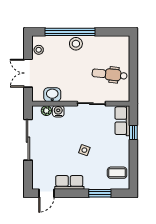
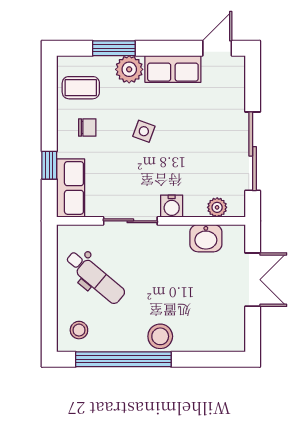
window: (70, 32) -> (123, 359), moved
stool: (39, 50) -> (79, 330), moved
dental chair: (110, 74) -> (95, 277), turned 34
water cooler: (58, 111) -> (172, 206), moved
chair: (114, 152) -> (87, 128), added
plant: (92, 182) -> (129, 69), added

